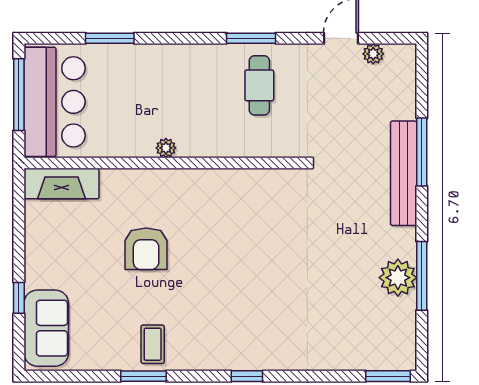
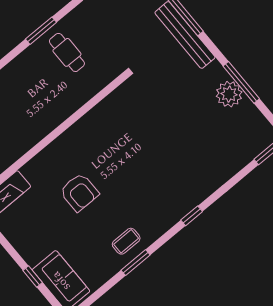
plant: (166, 148) -> (45, 129), removed
coffee table: (153, 344) -> (126, 241), turned 90

